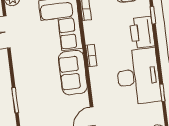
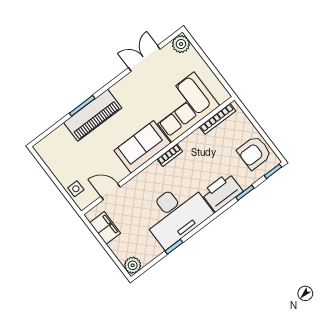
piano: (27, 96) -> (93, 115), added

